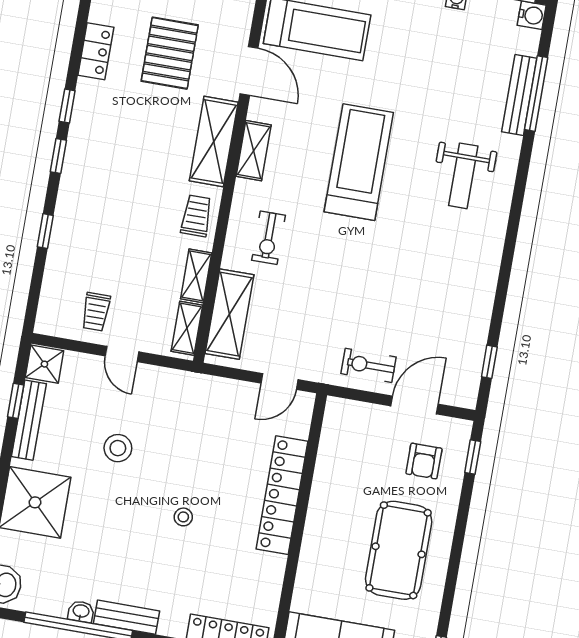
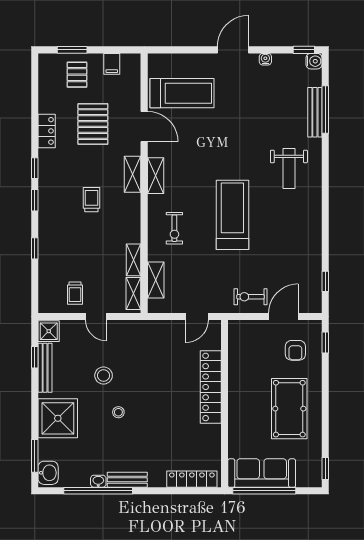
shelving: (214, 142) -> (133, 174), width x0.67, depth x0.75
treadmill: (359, 162) -> (232, 215), moved
trolley: (196, 216) -> (91, 200), moved
shelving: (229, 314) -> (156, 280), width x0.67, depth x0.75
stool: (183, 517) -> (118, 412), moved

